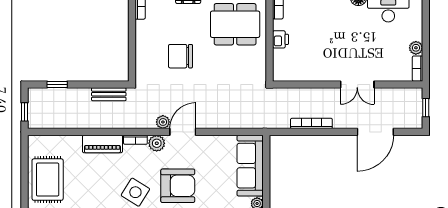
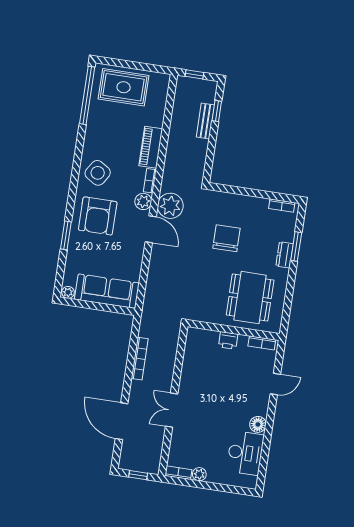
bench: (109, 94) -> (205, 121), moved
plant: (163, 122) -> (170, 206), width x1.88, depth x1.88

